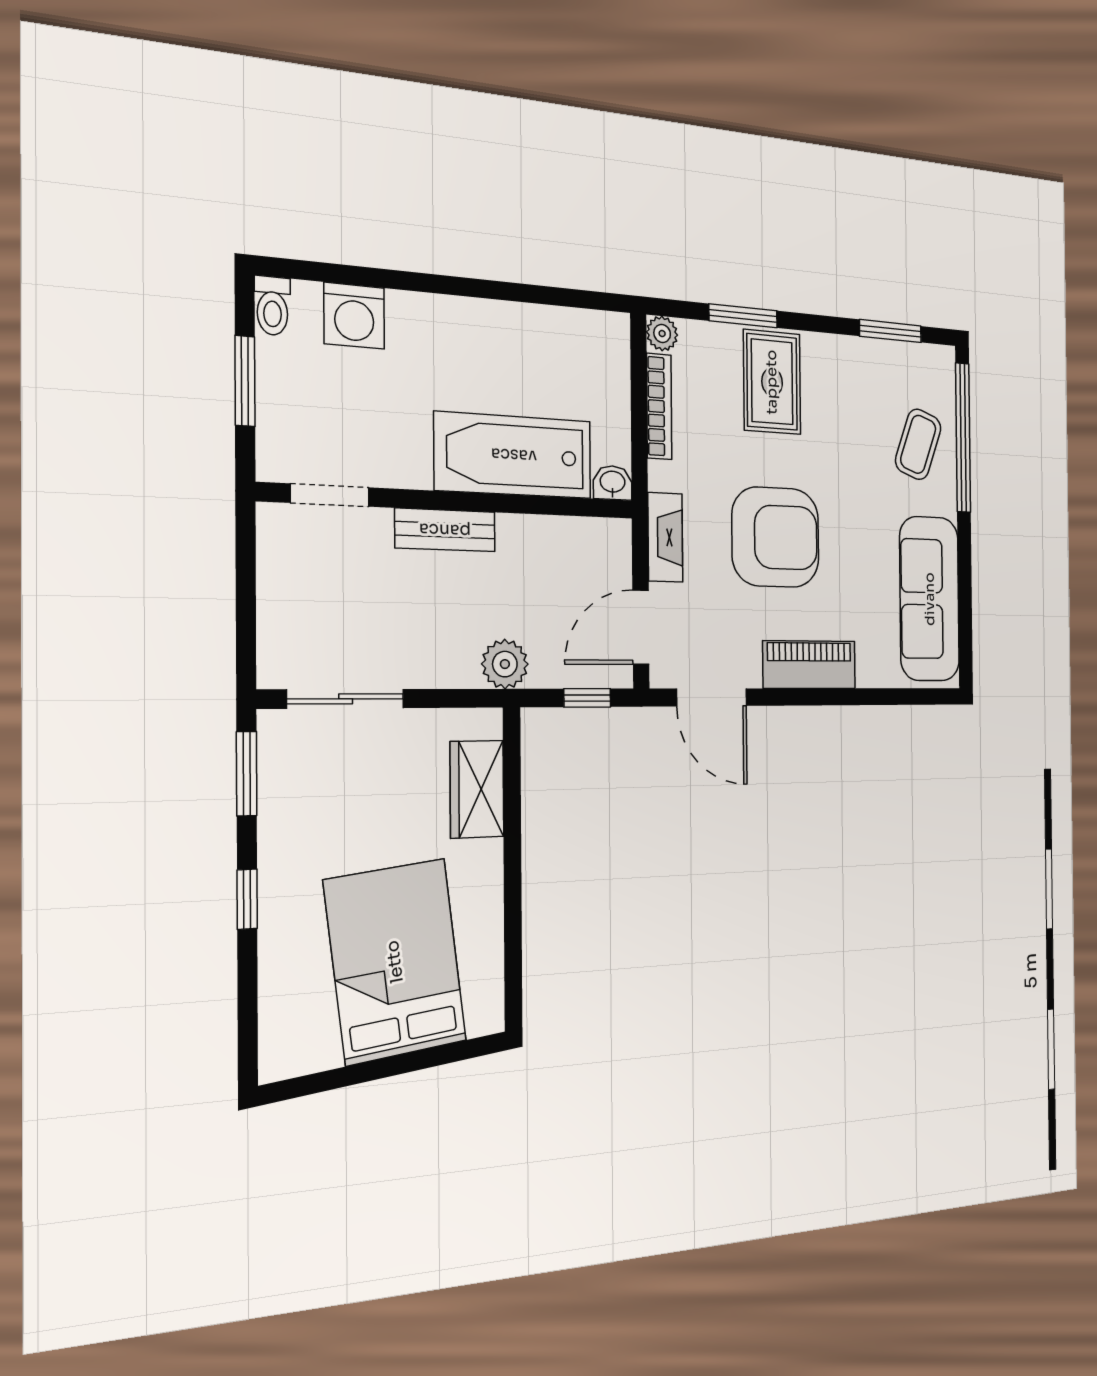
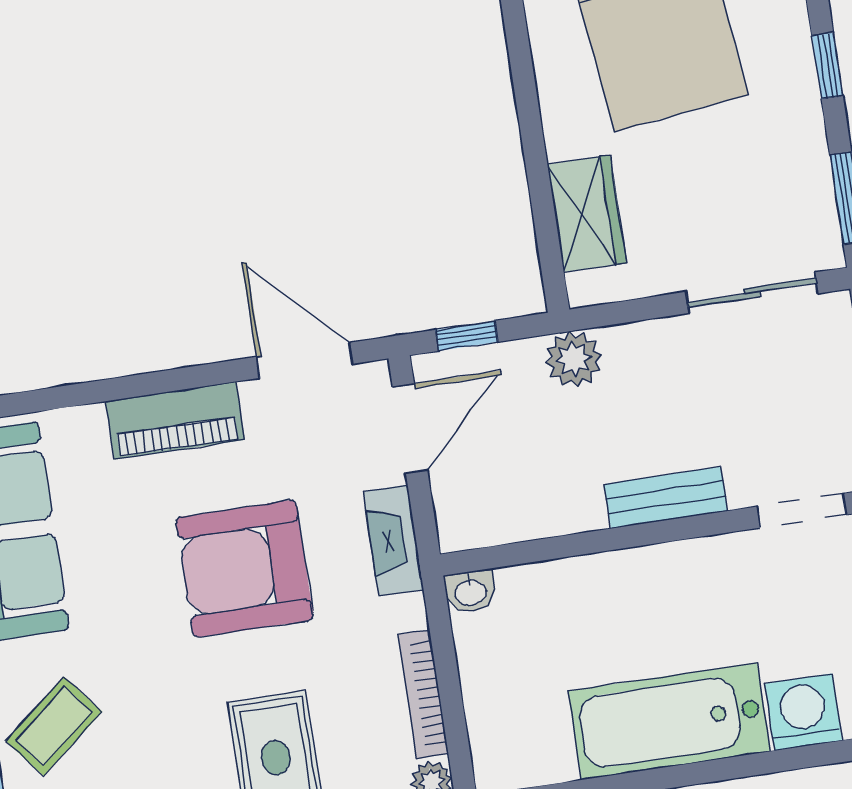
coffee table: (918, 444) -> (54, 726), turned 31
bathtub: (514, 455) -> (669, 721), moved, turned 180

